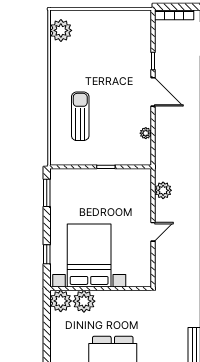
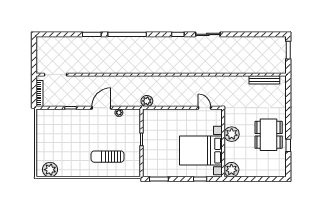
door: (153, 92) -> (101, 108), moved
plant: (163, 190) -> (147, 101), moved
door: (153, 232) -> (204, 108), moved
plant: (84, 301) -> (232, 134), moved

